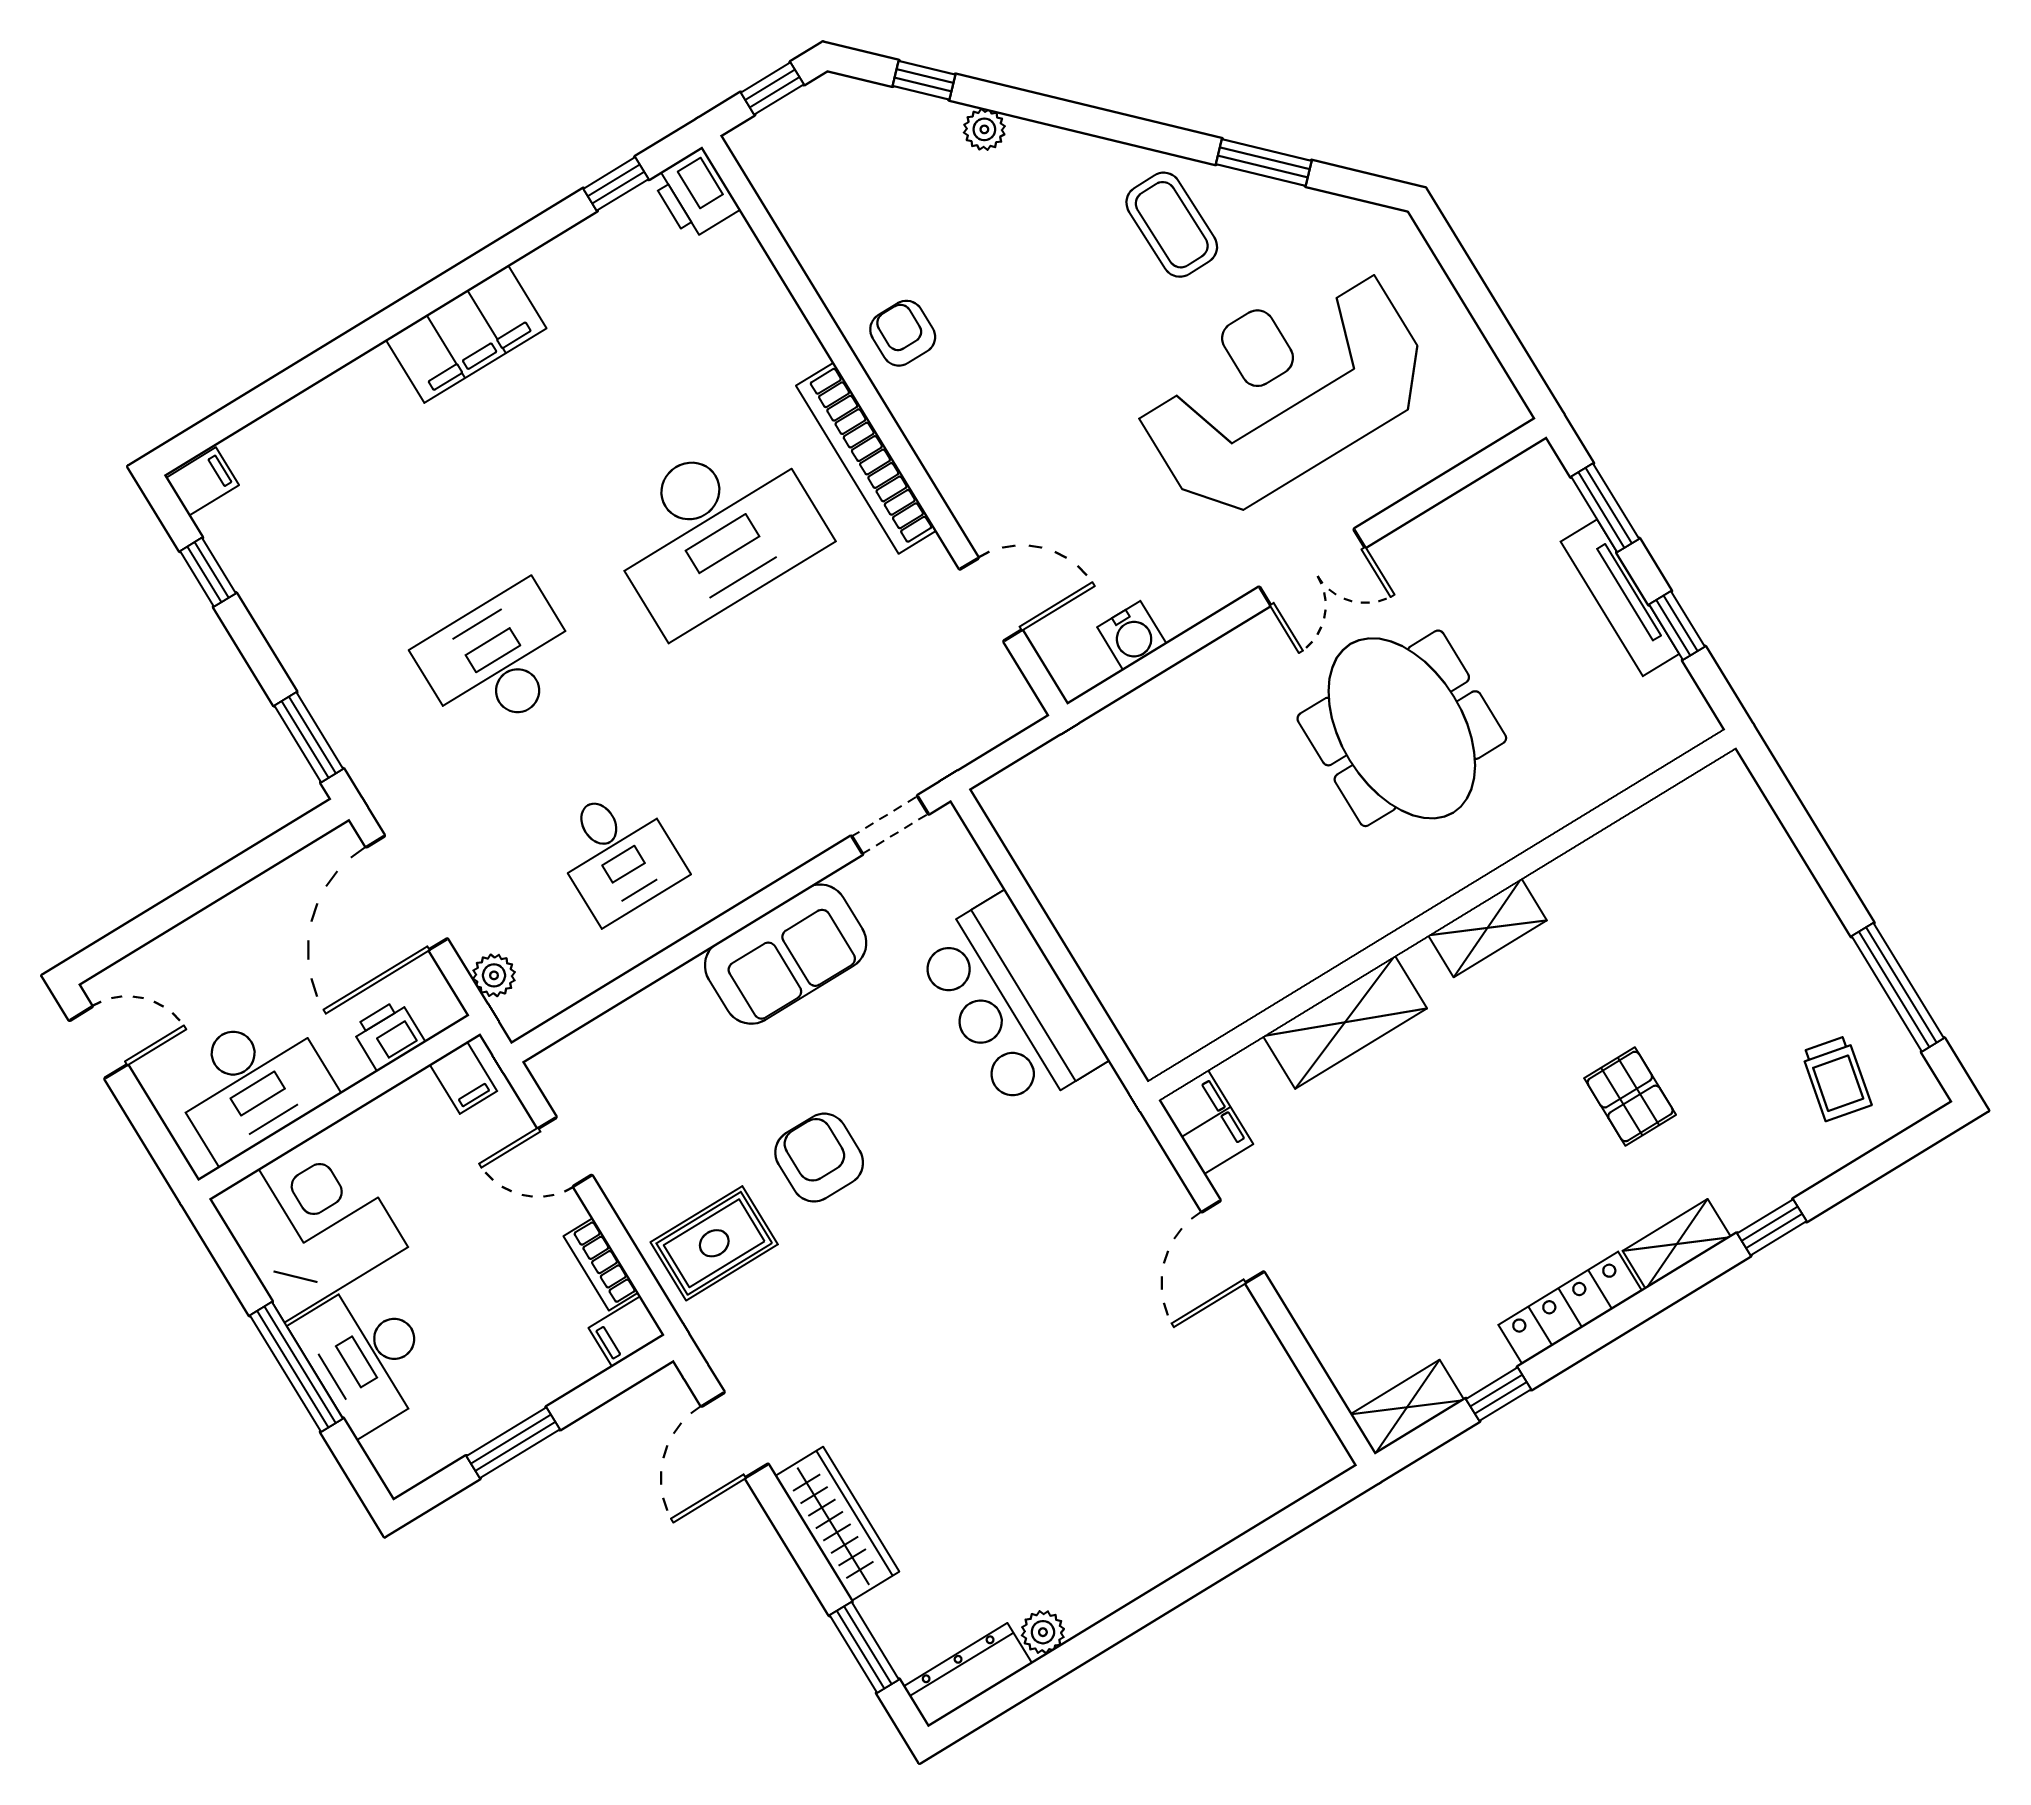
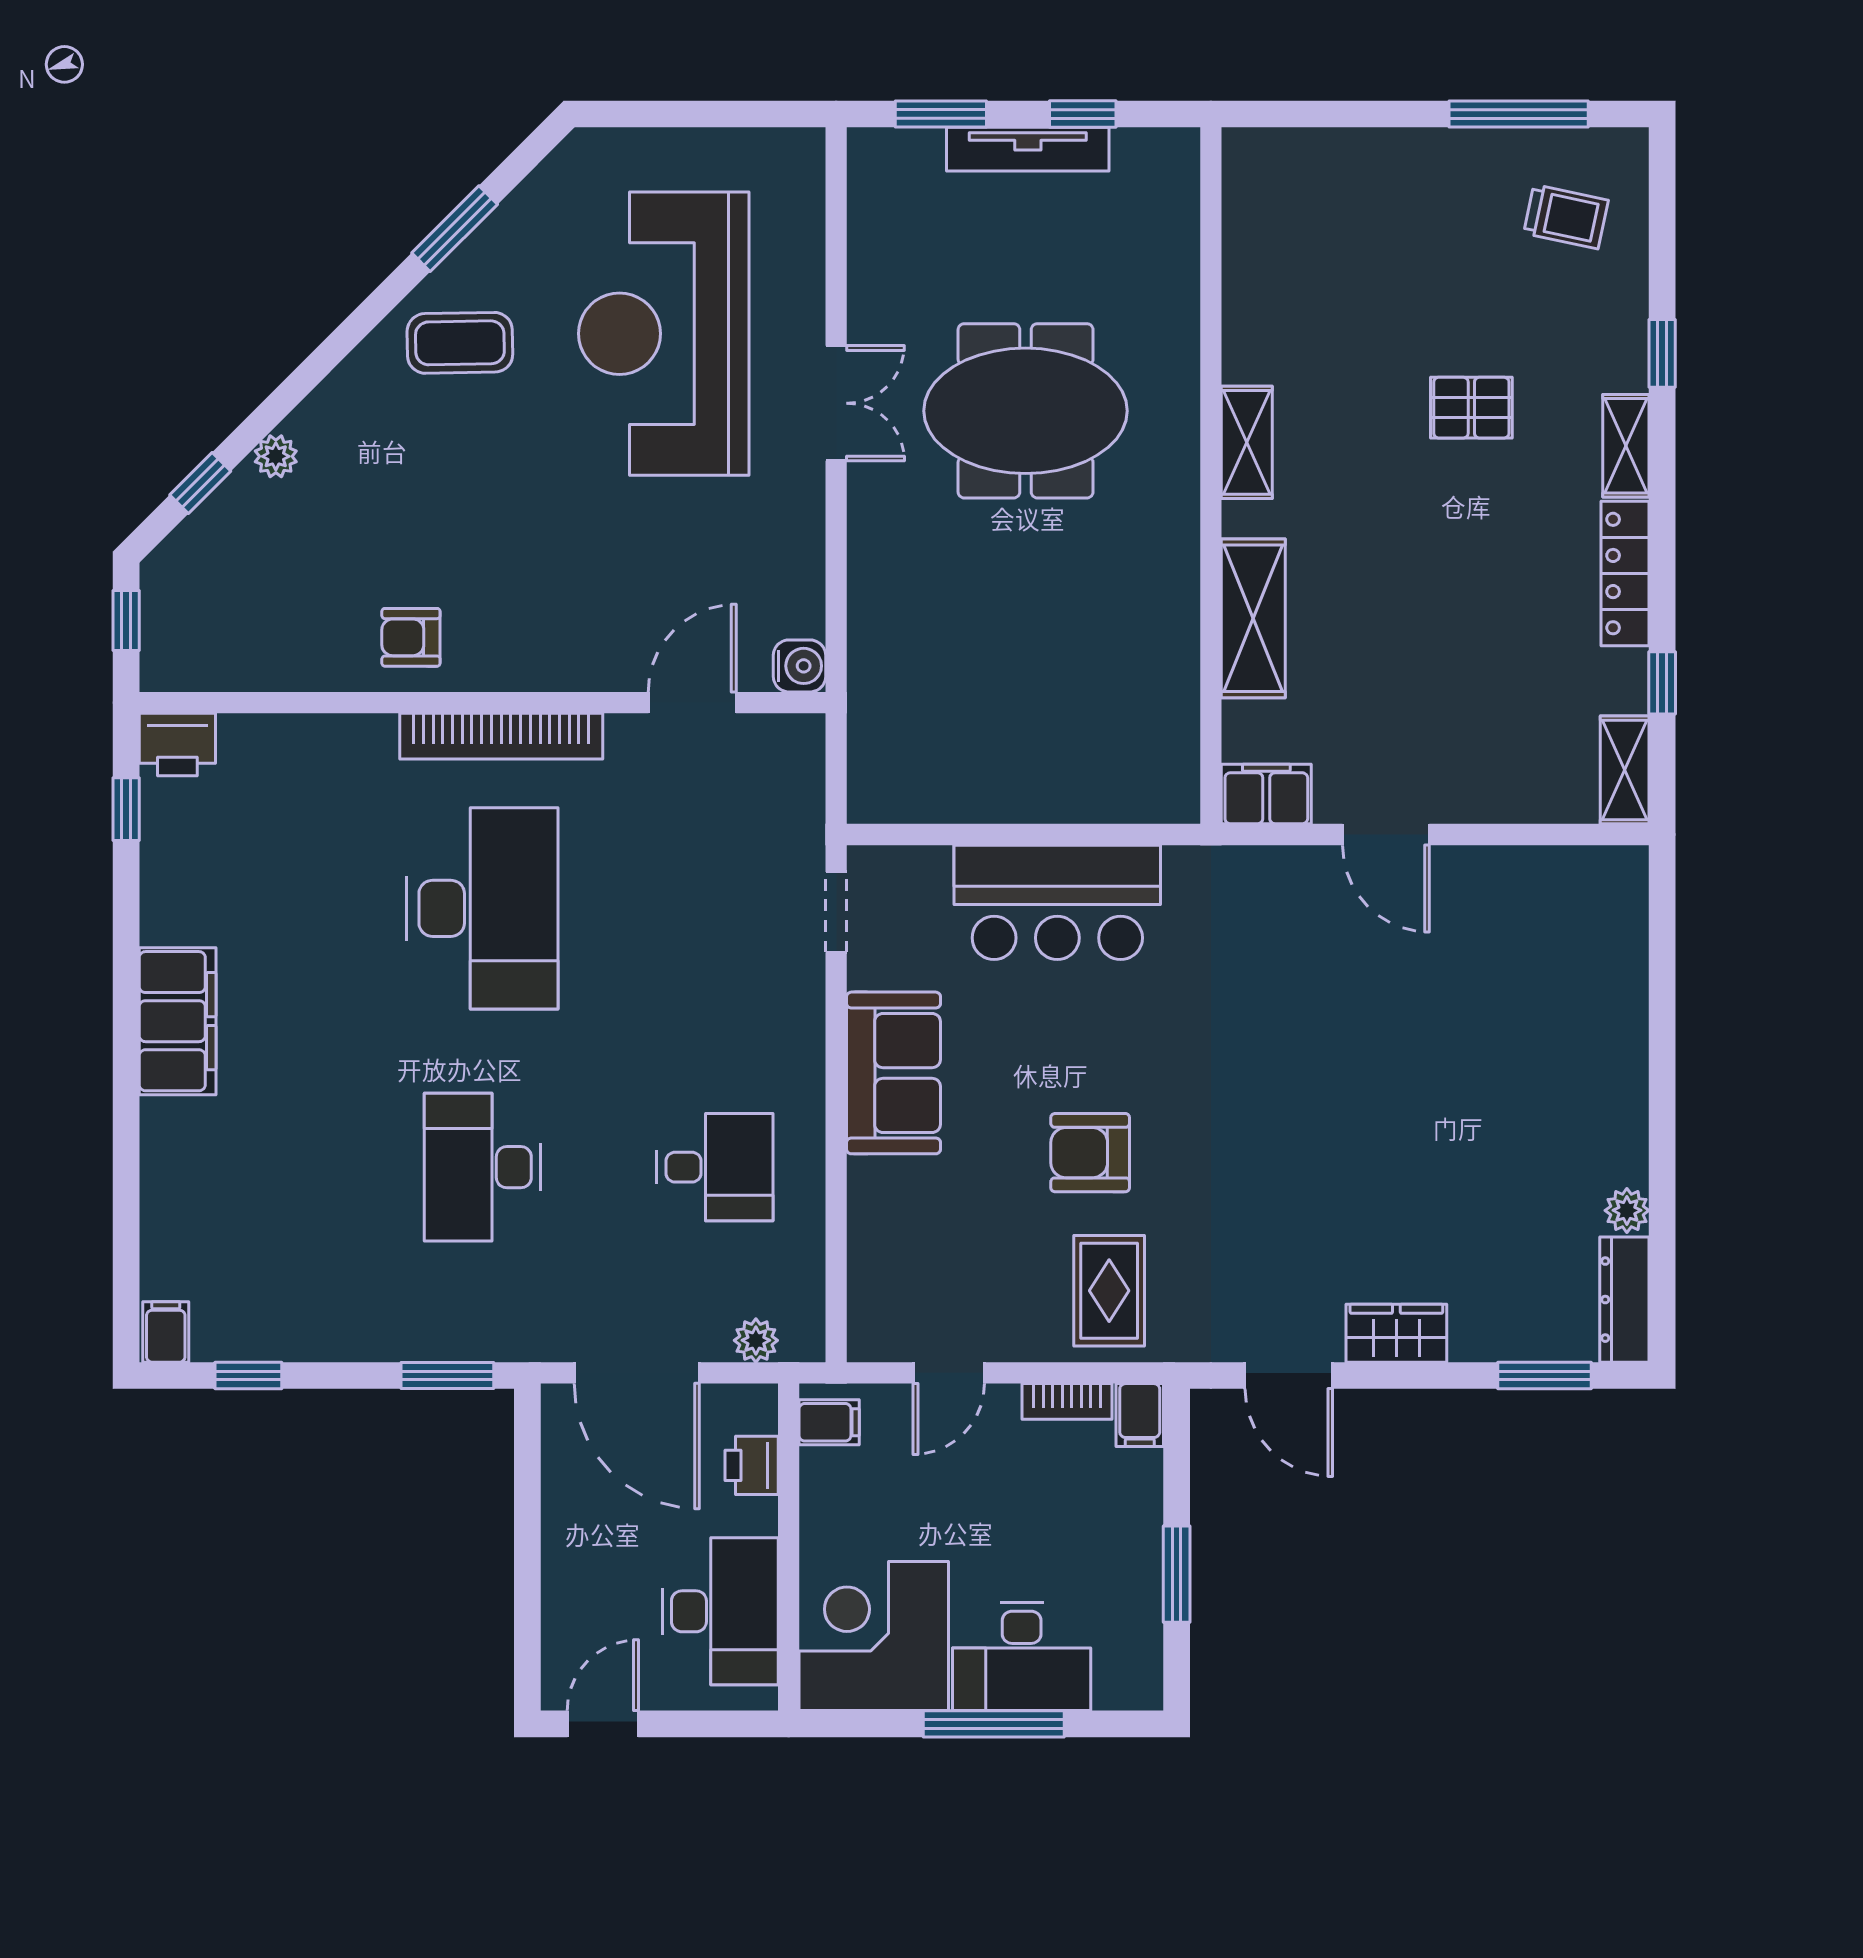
water cooler: (1132, 636) -> (799, 666), moved
wardrobe: (837, 1524) -> (1396, 1333), width x0.67

